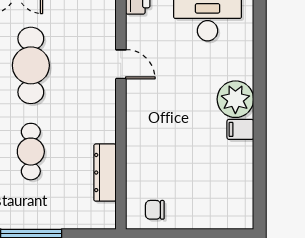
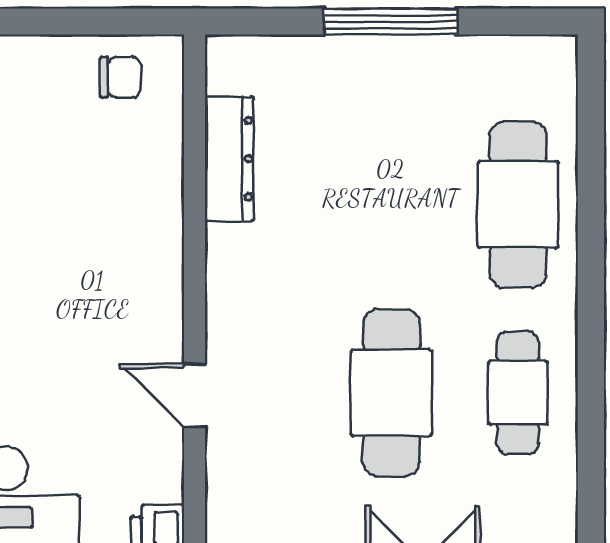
cafe table: (31, 152) -> (391, 205), removed

